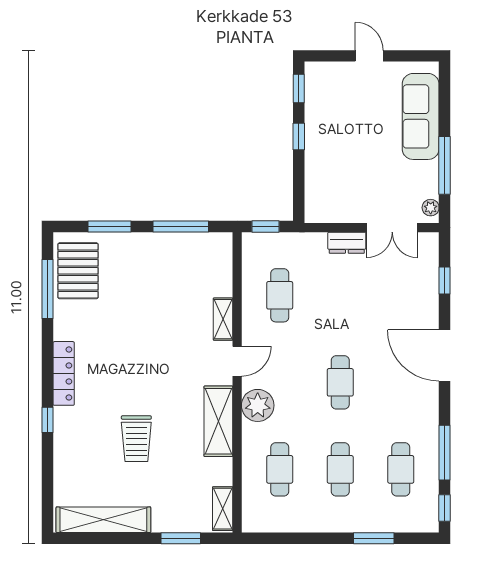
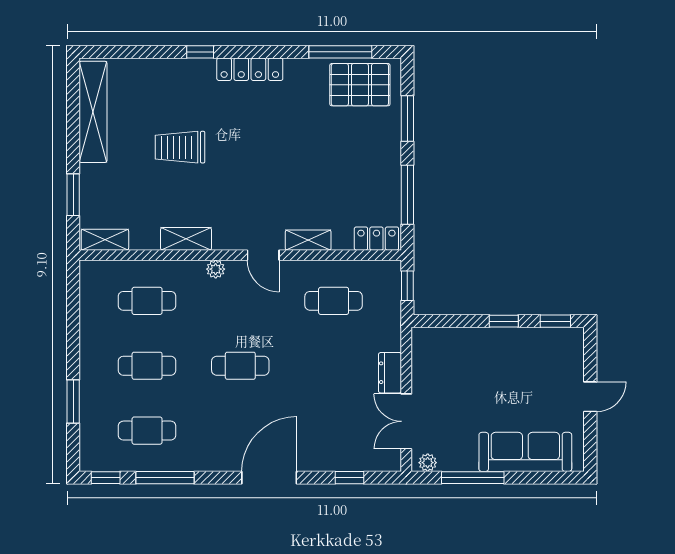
locker: (222, 255) -> (376, 239), added
plant: (258, 405) -> (216, 269), width x0.53, depth x0.53
shelving: (218, 421) -> (186, 239), width x0.67, depth x0.75

